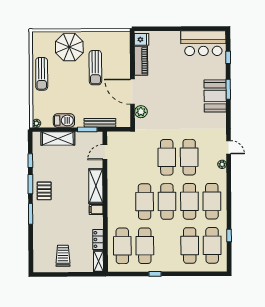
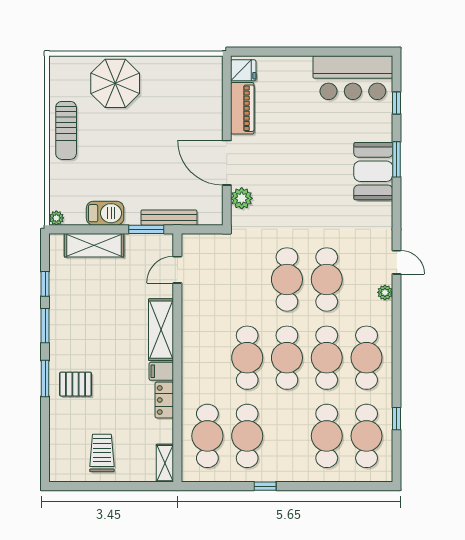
sun lounger: (95, 68) -> (161, 120), removed
pallet: (44, 191) -> (76, 384), moved, turned 90
locker: (98, 239) -> (164, 400), moved

